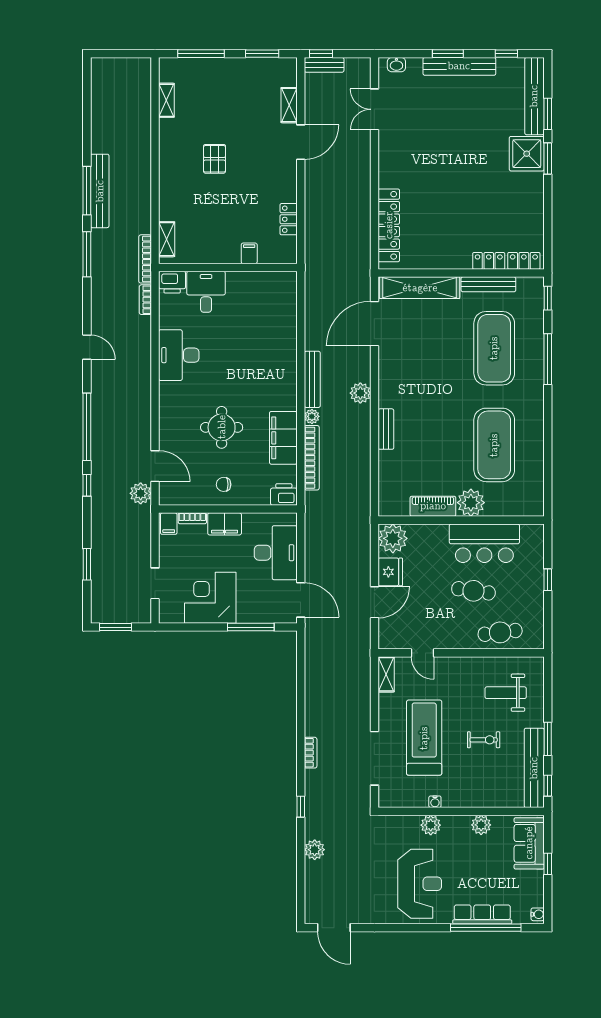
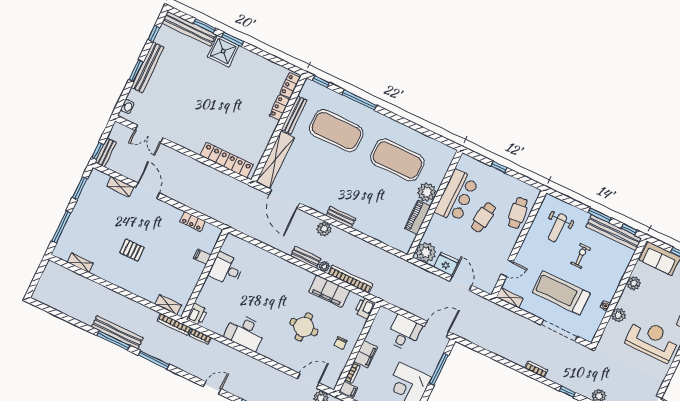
desk: (206, 292) -> (226, 269), moved
bench: (312, 379) -> (306, 257), width x0.73
bench: (386, 429) -> (341, 217), moved
desk: (276, 553) -> (404, 333), width x0.73

